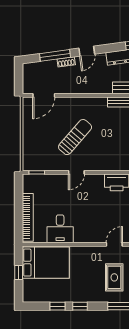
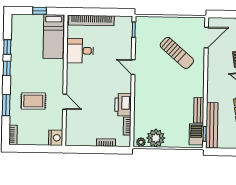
door: (44, 95) -> (206, 37), swing flipped
sun lounger: (75, 137) -> (177, 53), moved
bed: (46, 263) -> (53, 37), width x0.67

